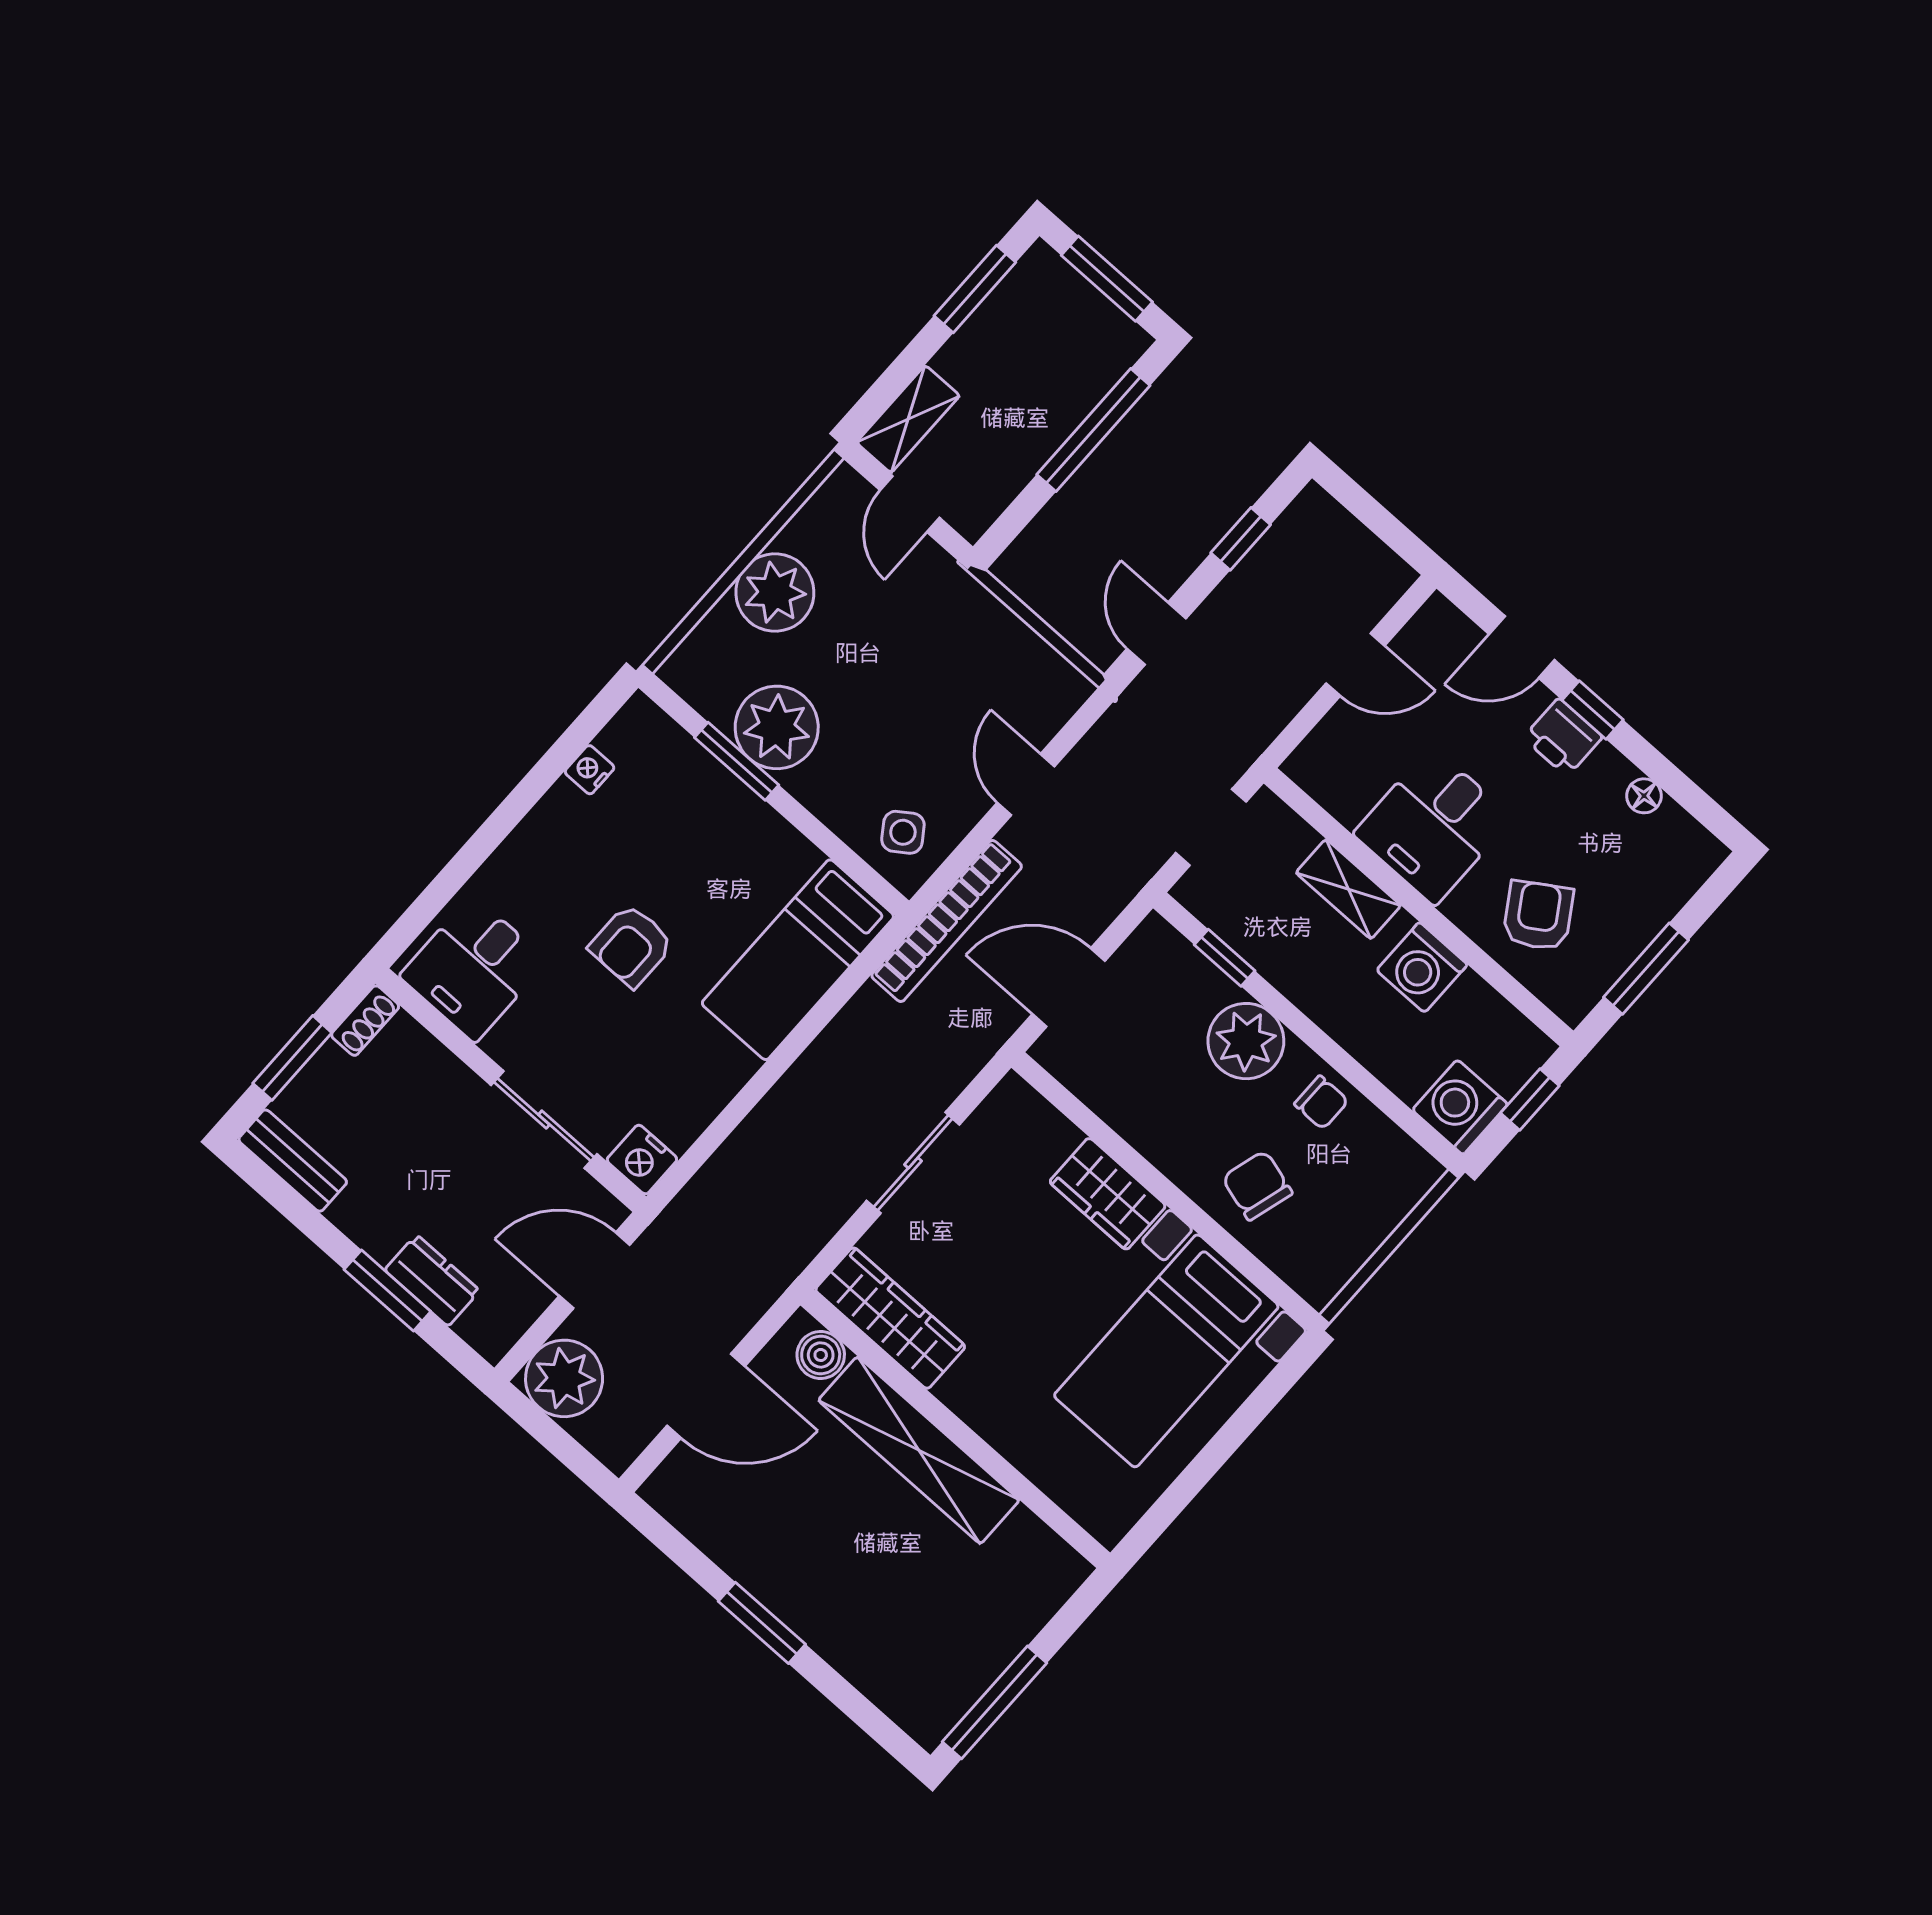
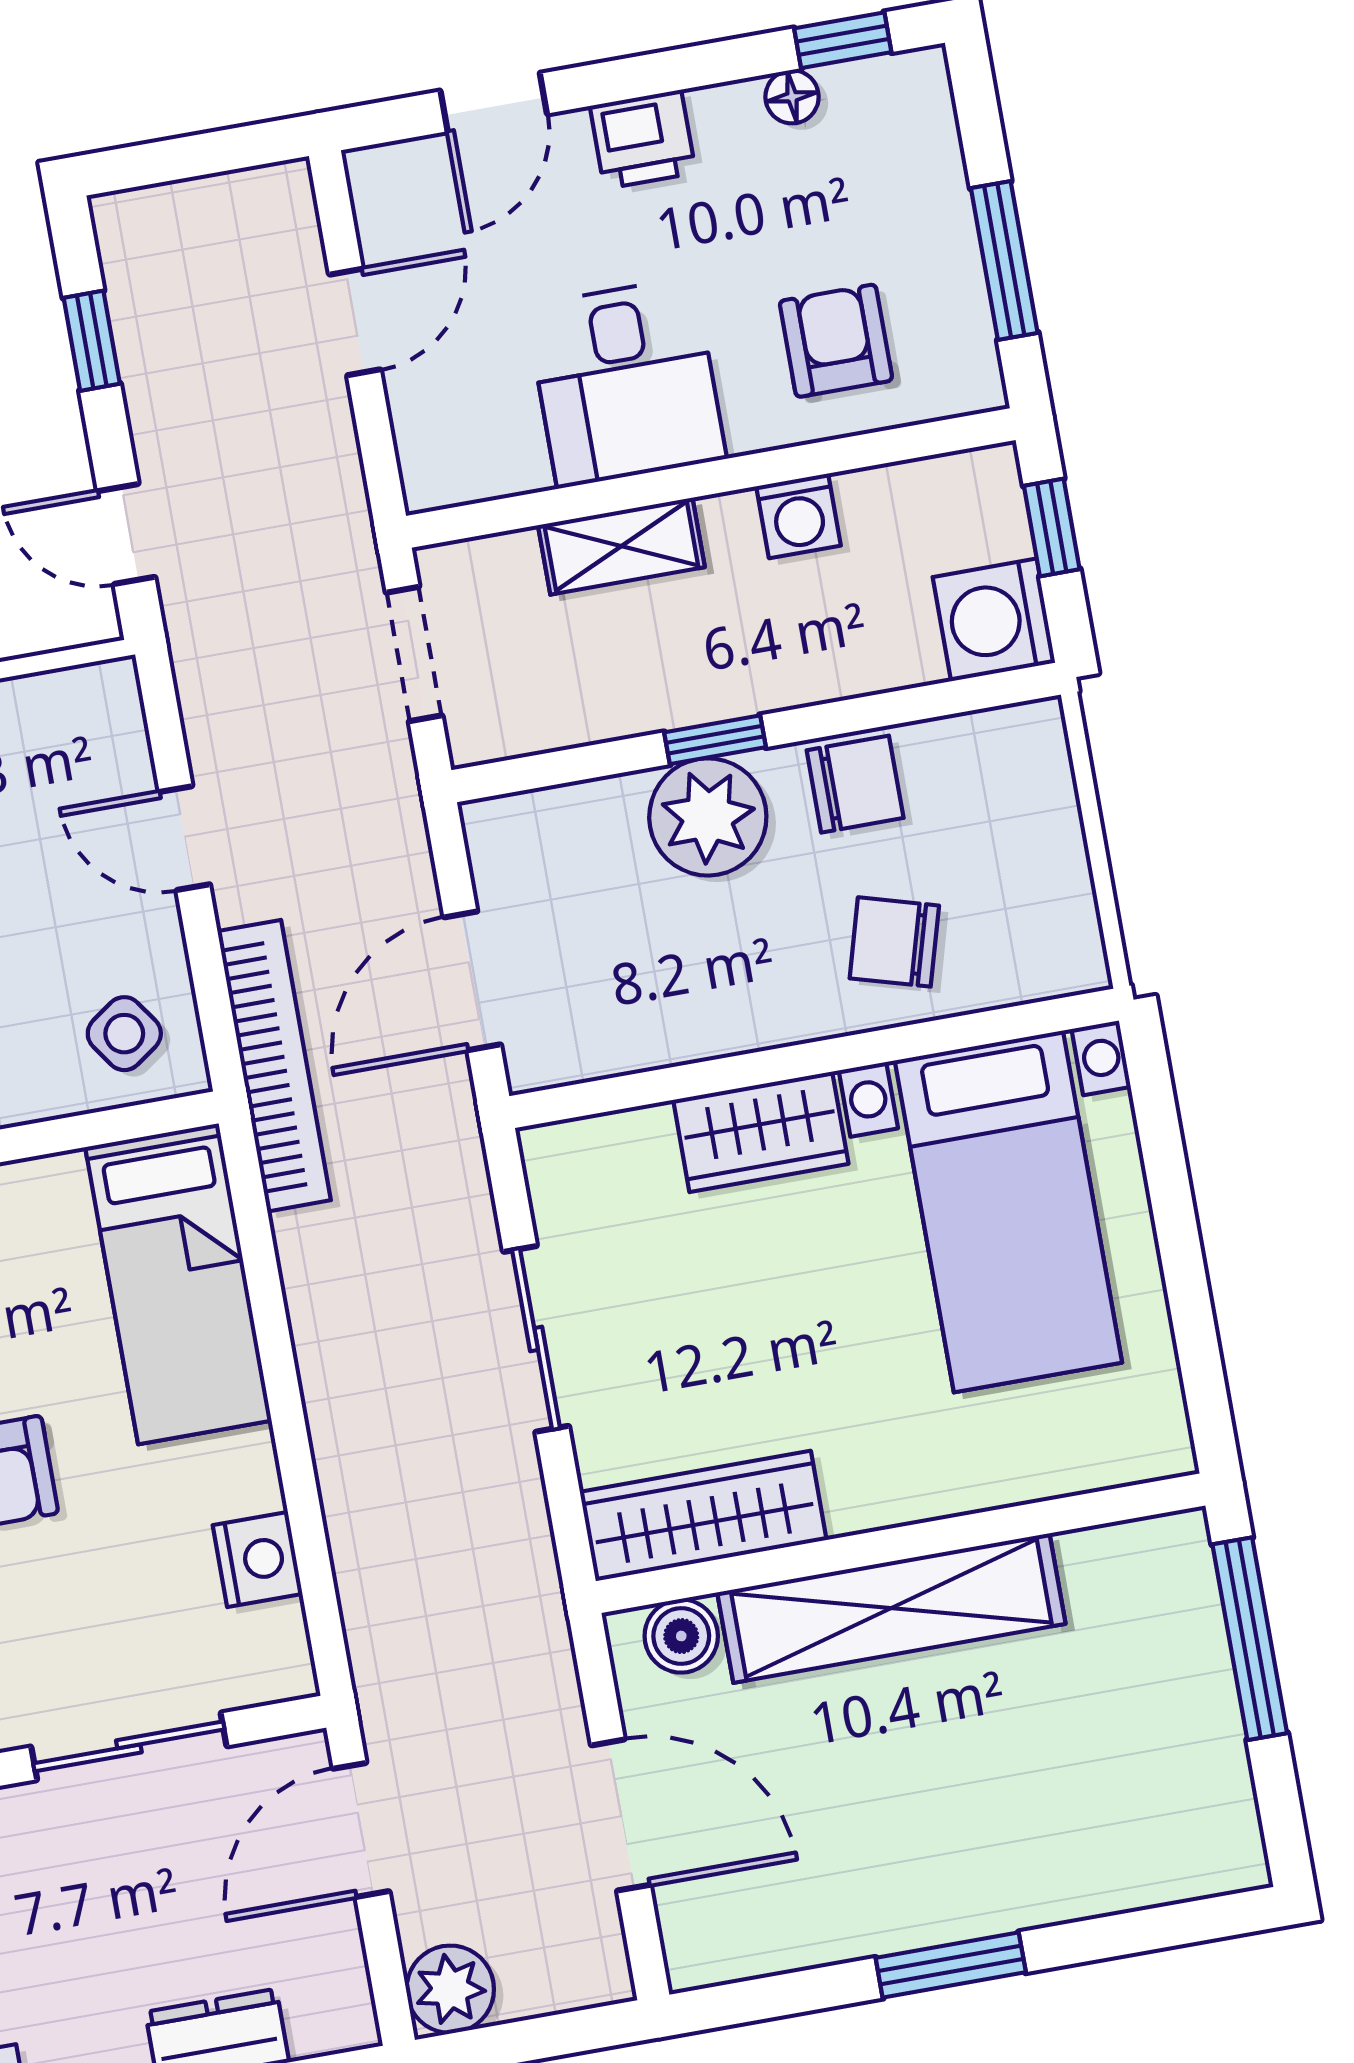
window: (1593, 710) -> (843, 40), moved
armchair: (1538, 916) -> (836, 341), turned 33
window: (1225, 958) -> (715, 740), moved
washing machine: (1422, 967) -> (799, 516), width x0.73, depth x0.73
chair: (1321, 1102) -> (855, 784), width x1.37, depth x1.37
nightstand: (642, 1160) -> (258, 1560), moved, turned -90
plant: (564, 1378) -> (450, 1989), width x0.73, depth x0.73
door: (706, 1396) -> (621, 1815), hinge flipped
window: (995, 1702) -> (1250, 1639), moved

